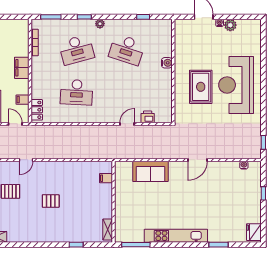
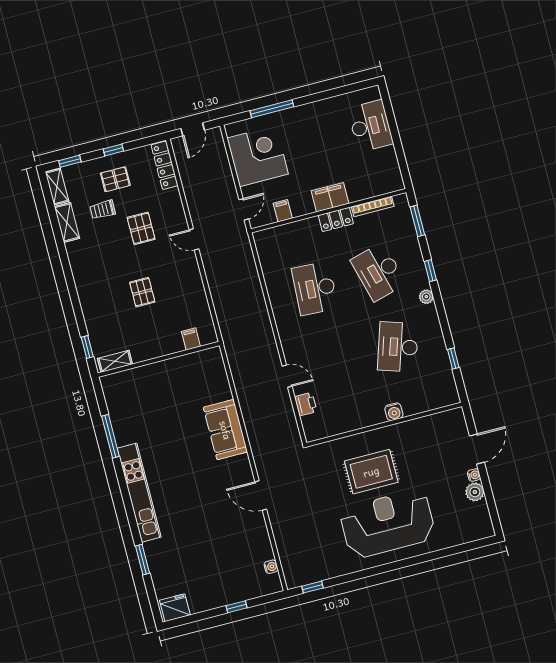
locker: (37, 110) -> (336, 220), moved
filing cabinet: (106, 178) -> (191, 339), moved
wall: (114, 202) -> (159, 359), moved
shelving: (108, 229) -> (115, 361), moved

